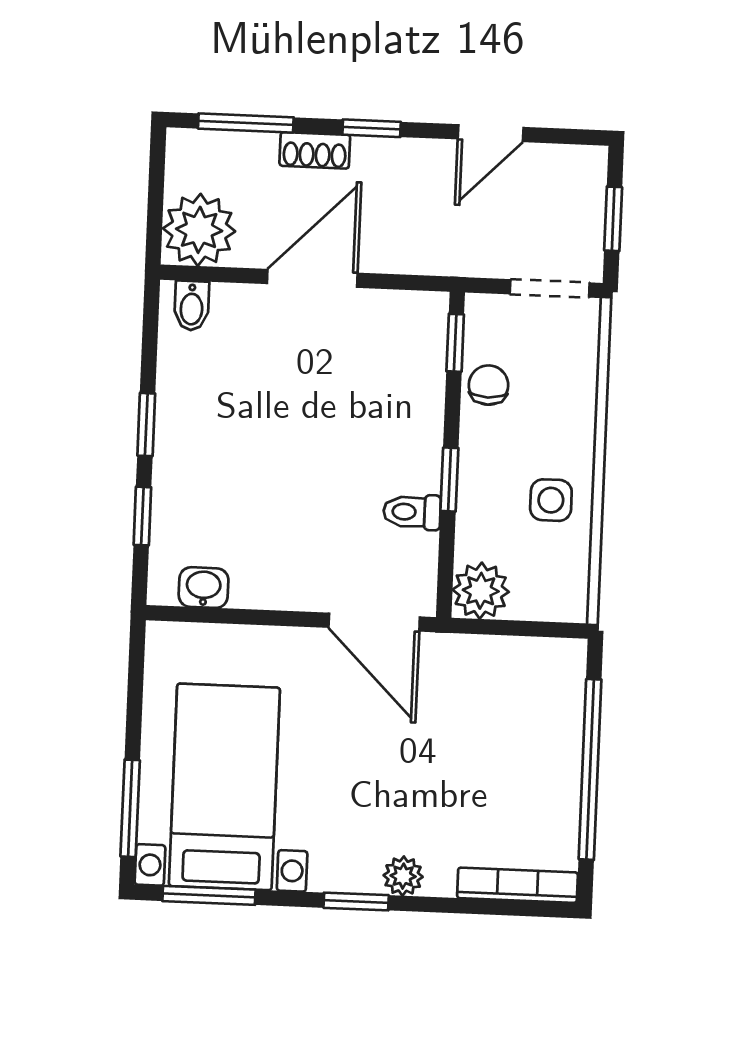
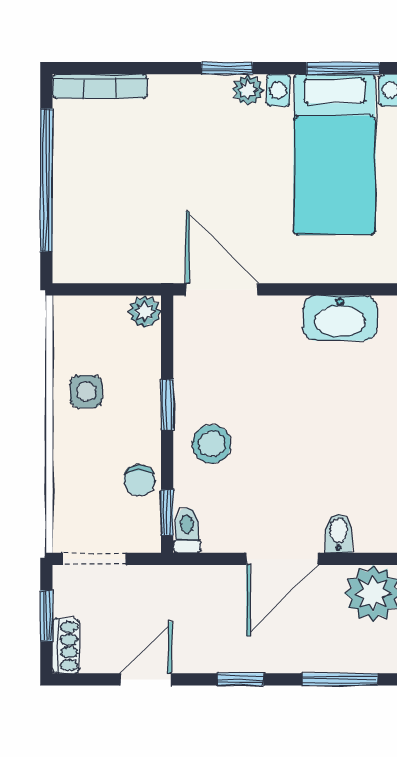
shoe rack: (315, 150) -> (66, 646), moved, turned 90
bidet: (192, 306) -> (339, 533), moved
stool: (395, 427) -> (212, 444), added
toilet: (412, 512) -> (187, 530), moved, turned -90
washbasin: (204, 588) -> (340, 318), width x1.91, depth x1.45
plant: (481, 591) -> (145, 312), width x0.73, depth x0.73
plant: (403, 876) -> (248, 90), moved

